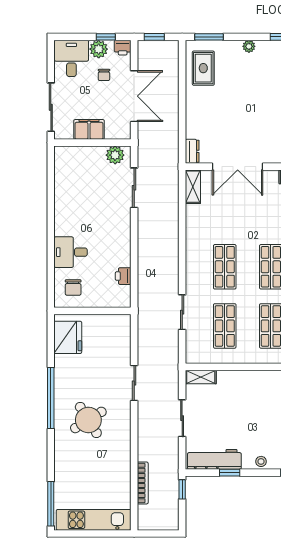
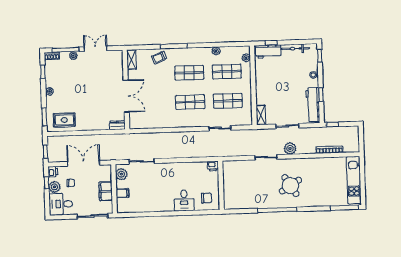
filing cabinet: (85, 156) -> (122, 193), added
shelving: (193, 187) -> (140, 124), removed
printer: (123, 276) -> (213, 166), moved
fridge: (68, 337) -> (238, 200), removed
plant: (147, 421) -> (290, 149), added

